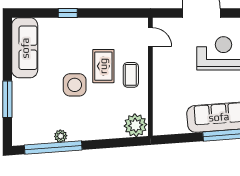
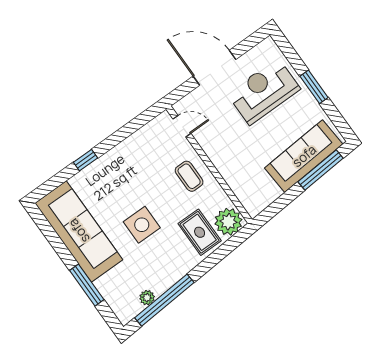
sofa: (25, 48) -> (79, 231), width x1.36, depth x1.27
rug: (103, 66) -> (200, 232), moved
plant: (61, 136) -> (147, 298), moved

